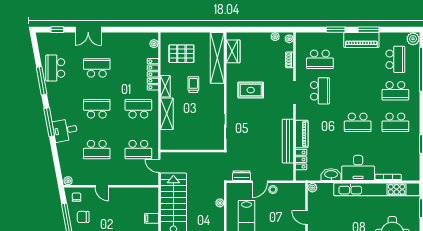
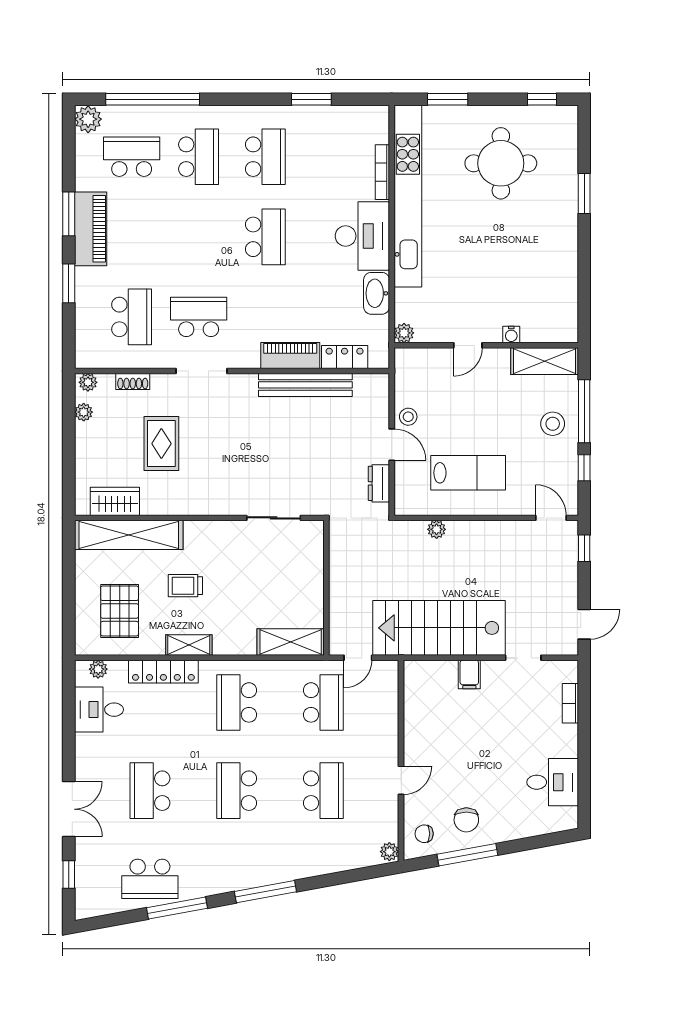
rug: (251, 90) -> (161, 444), moved
shelving: (167, 114) -> (291, 642), moved
desk: (65, 130) -> (99, 710), moved, turned 100

